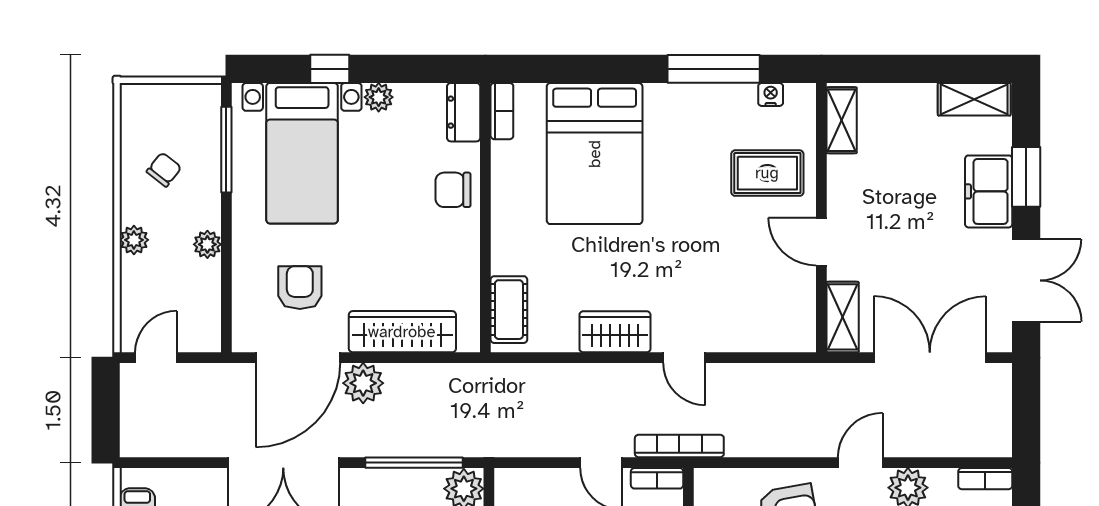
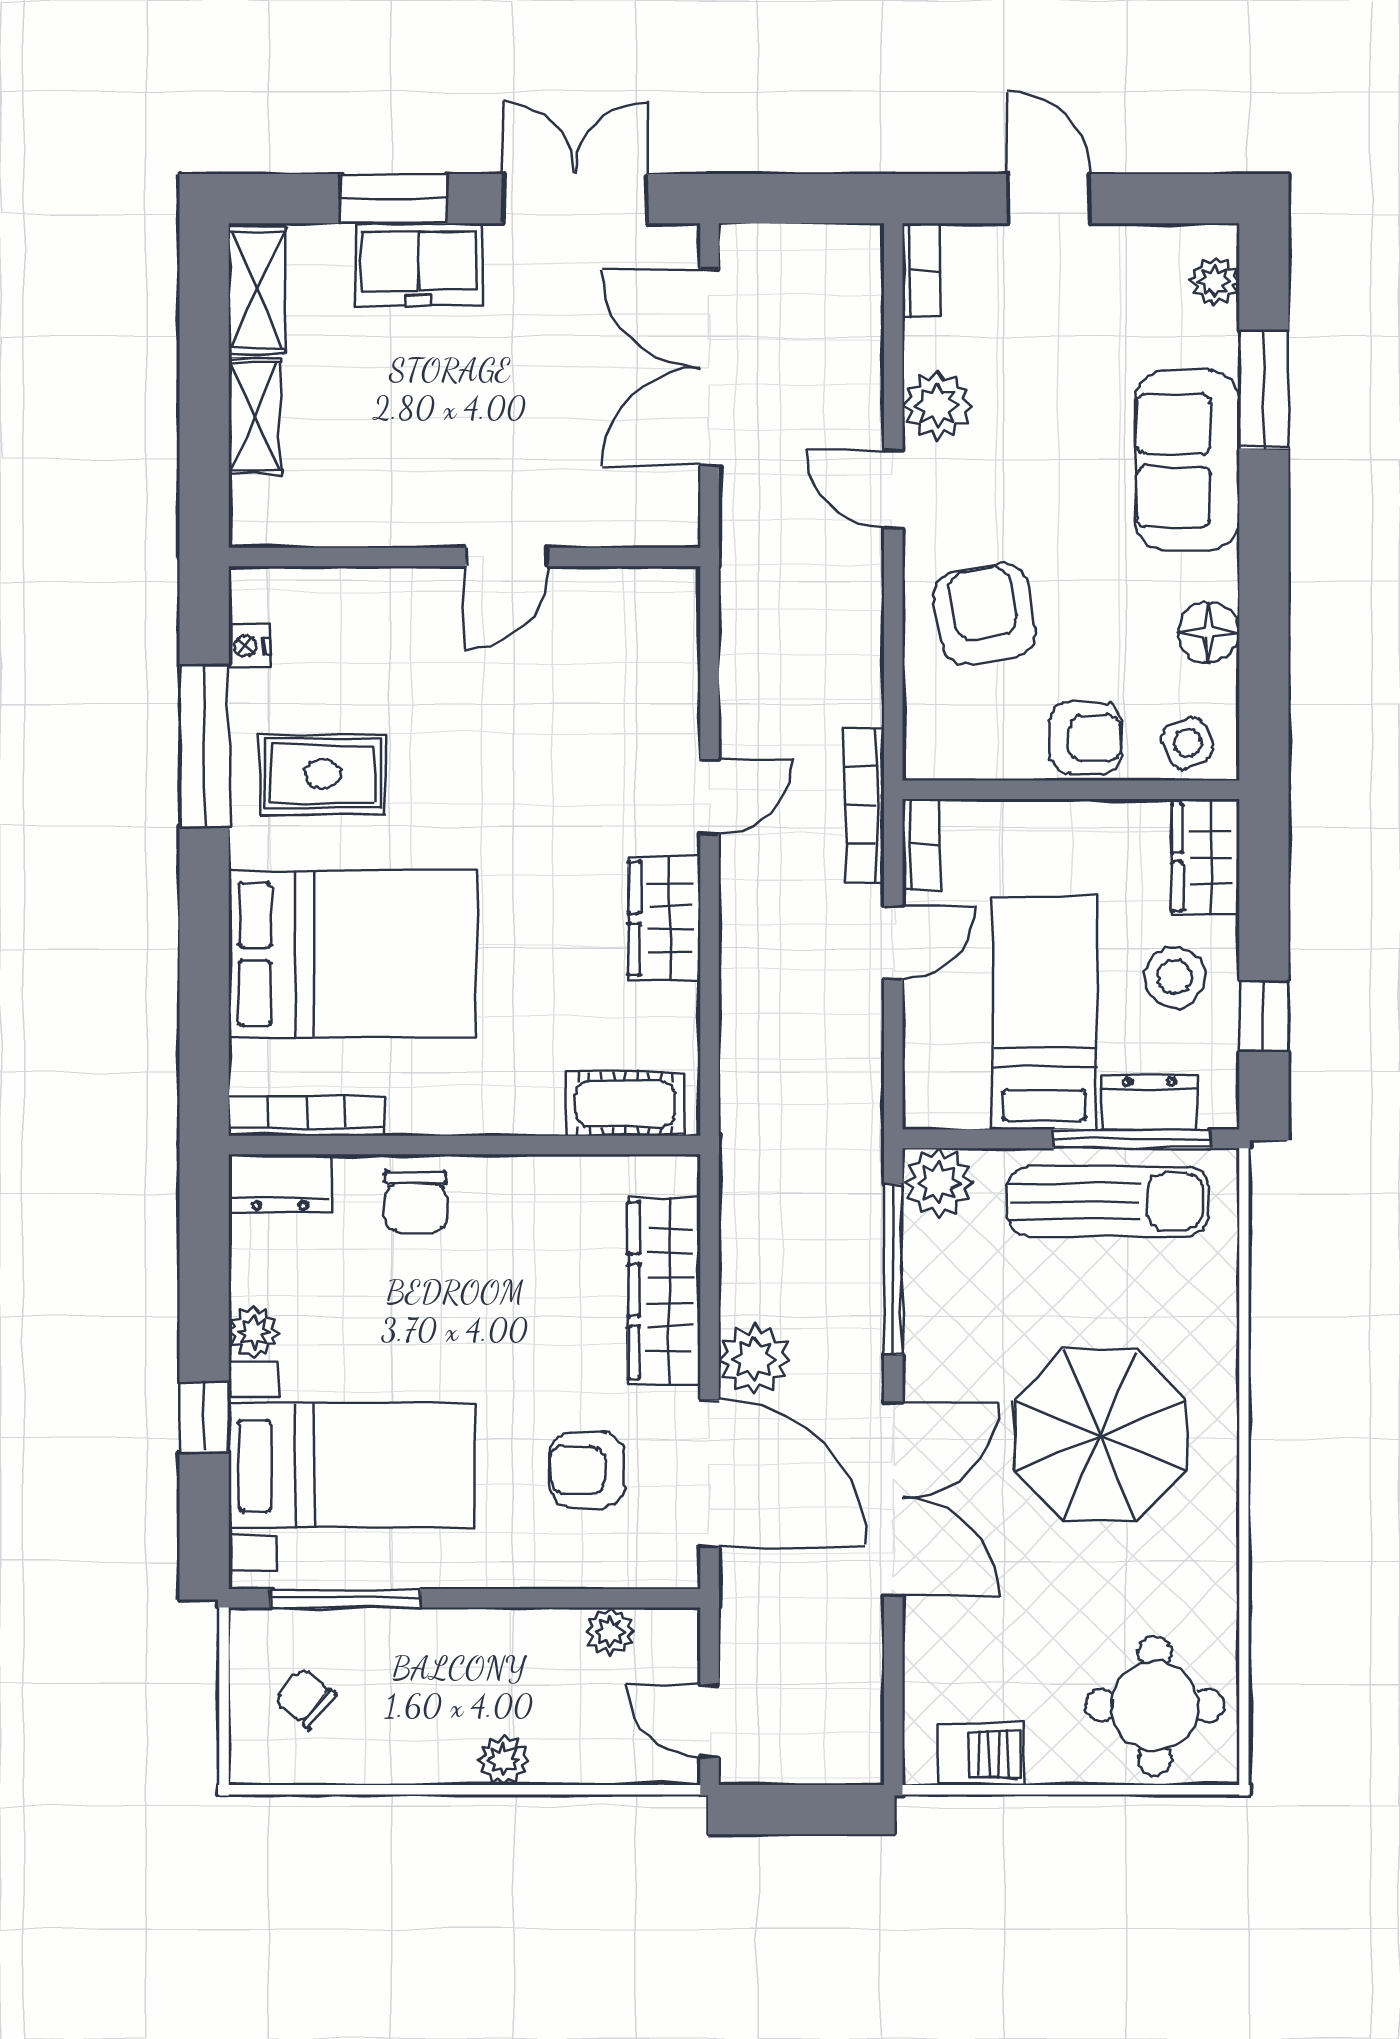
bookcase: (502, 111) -> (306, 1116), width x1.56
shelving: (842, 120) -> (255, 416), moved, turned 90
chair: (164, 170) -> (305, 1698), moved
rug: (767, 173) -> (323, 774), moved, turned 90
plant: (207, 244) -> (610, 1632), moved
shelving: (843, 317) -> (638, 520), removed

